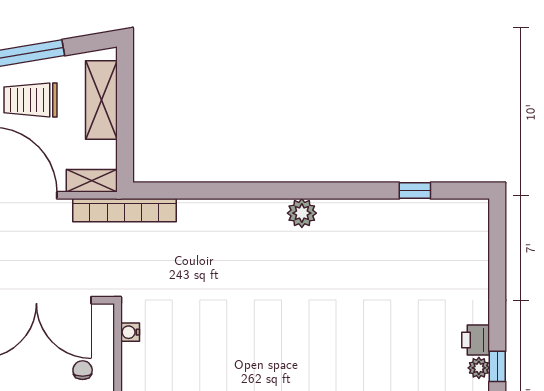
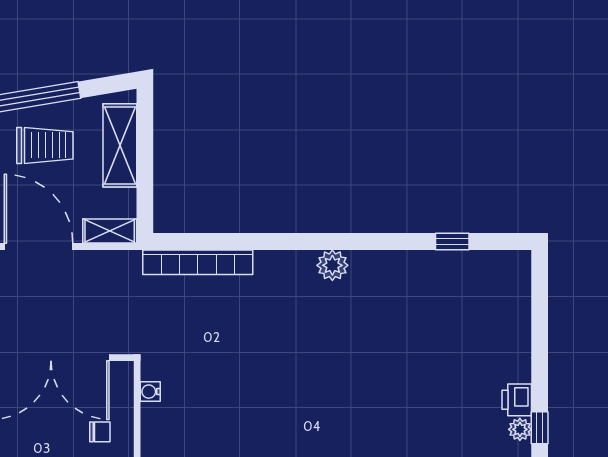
trolley: (31, 100) -> (45, 145), turned 180
bookcase: (124, 210) -> (198, 262), moved
chair: (83, 370) -> (100, 432), turned 90

